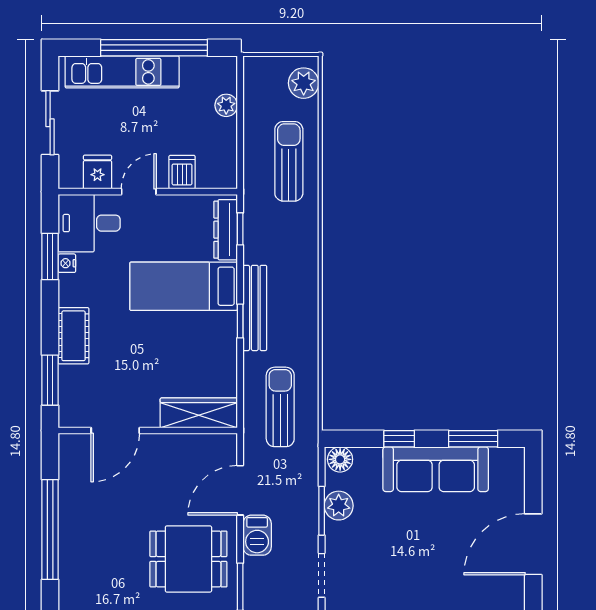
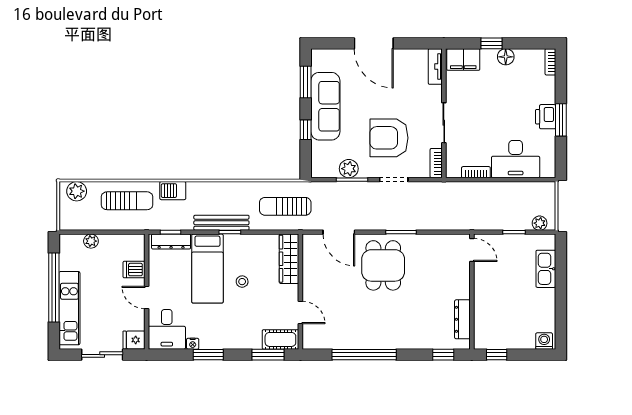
sun lounger: (289, 161) -> (127, 201), turned 180
fridge: (97, 172) -> (134, 340), moved
window: (50, 257) -> (208, 355), moved
cot: (74, 336) -> (280, 339), moved
stool: (163, 340) -> (242, 282), added
door: (115, 431) -> (300, 313), width x0.73
floor lamp: (340, 459) -> (319, 168), removed
barbecue: (257, 535) -> (173, 191), moved, turned 180
armchair: (387, 568) -> (389, 138), added

